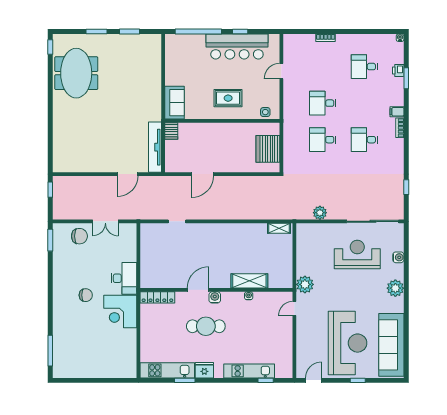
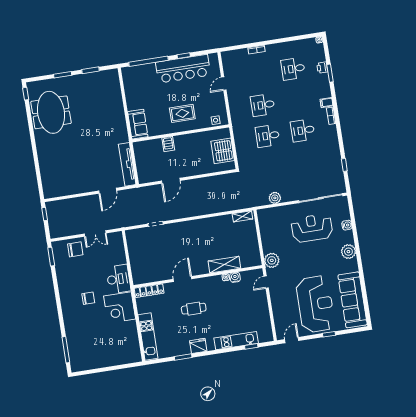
server rack: (171, 131) -> (168, 144), moved
water cooler: (215, 297) -> (235, 277), moved
cafe table: (206, 326) -> (194, 309), width x0.73, depth x0.74
kitchen unit: (167, 370) -> (148, 336), moved, turned 90

